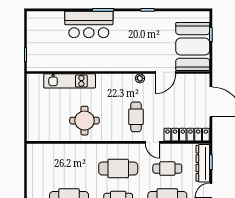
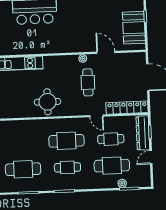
booth: (193, 47) -> (134, 28), width x0.73, depth x0.70
door: (166, 72) -> (106, 52), swing flipped
cafe table: (136, 117) -> (88, 82), moved
round table: (84, 121) -> (47, 102), moved

